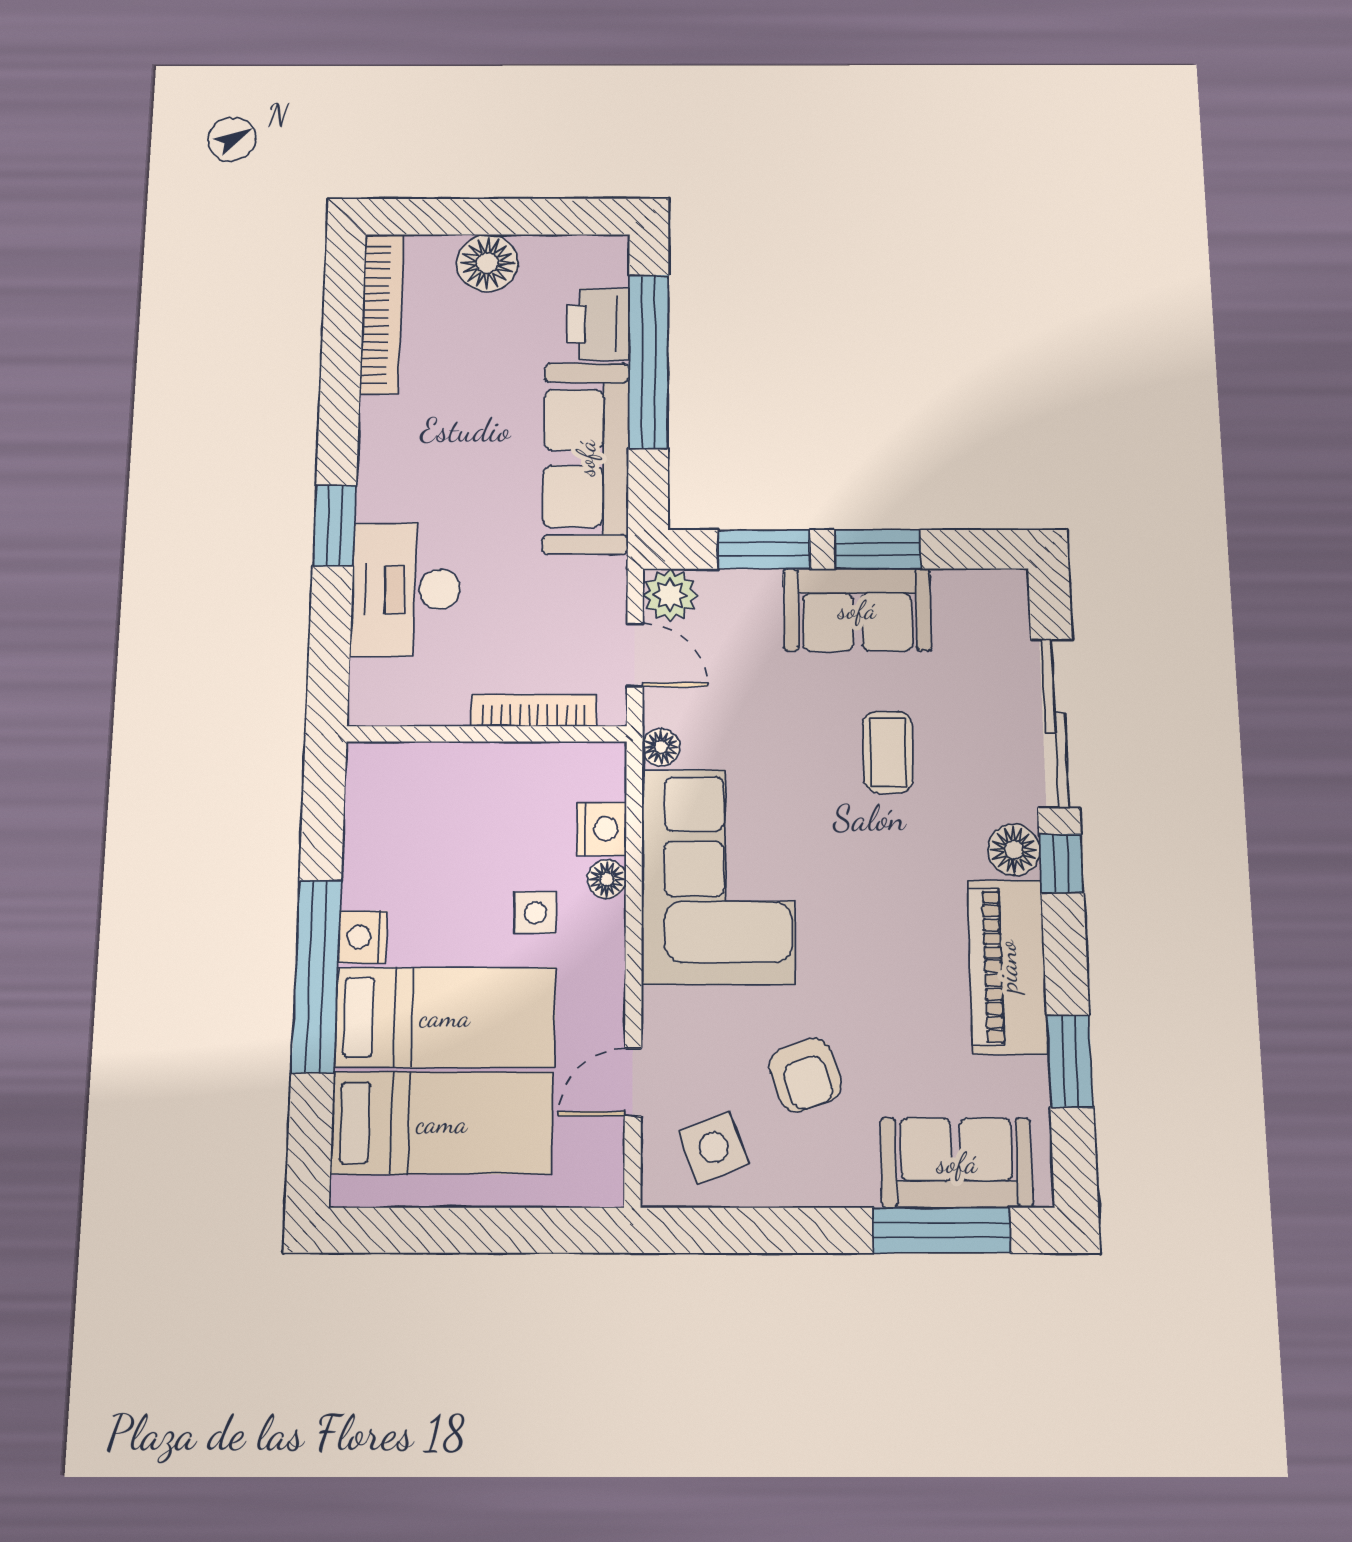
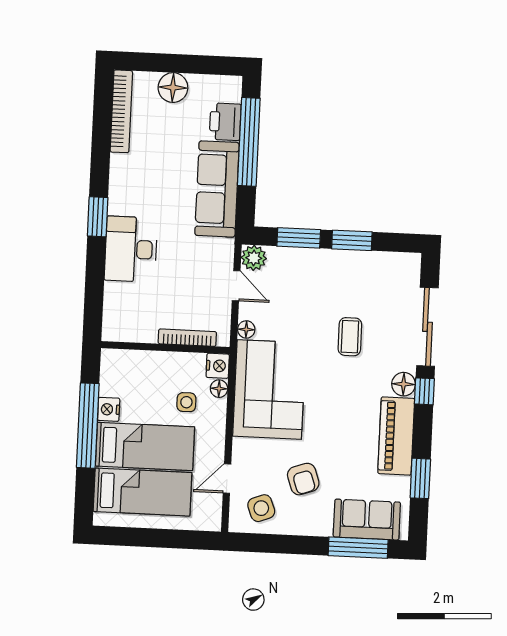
sofa: (857, 610) -> (340, 269), removed
bookcase: (534, 710) -> (187, 338), moved
wall: (487, 734) -> (165, 348), moved

